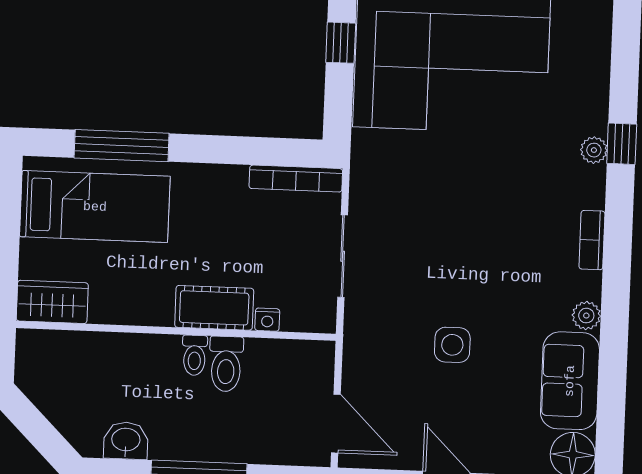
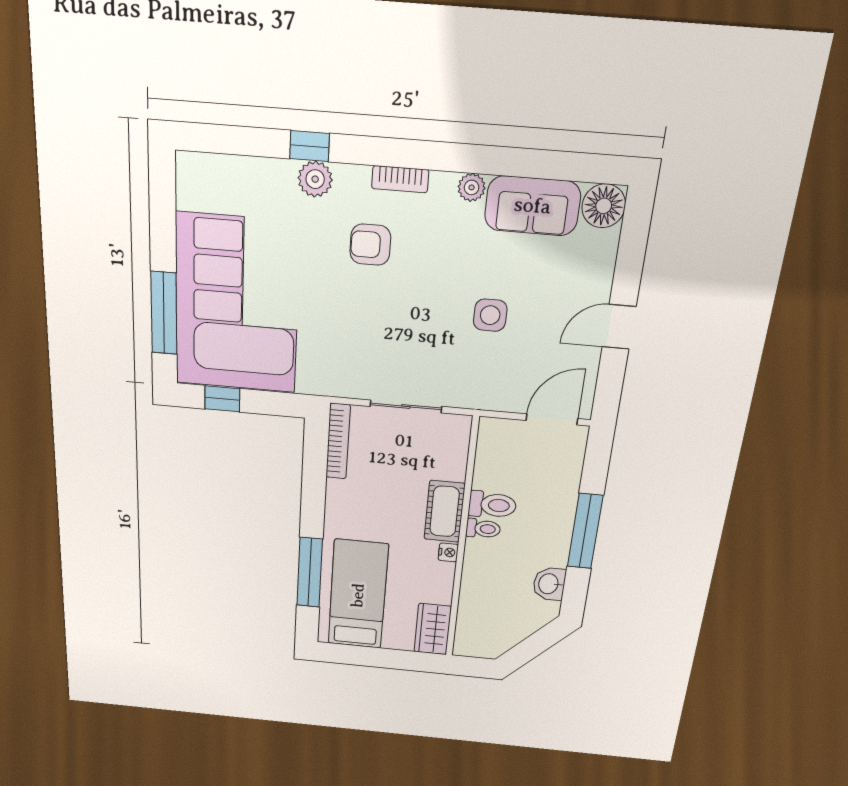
plant: (594, 150) -> (315, 179), width x1.38, depth x1.38
armchair: (523, 210) -> (370, 245), added
nightstand: (267, 320) -> (448, 552), moved

